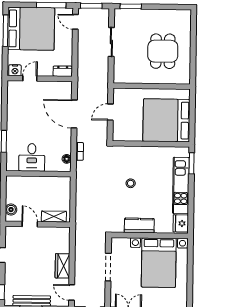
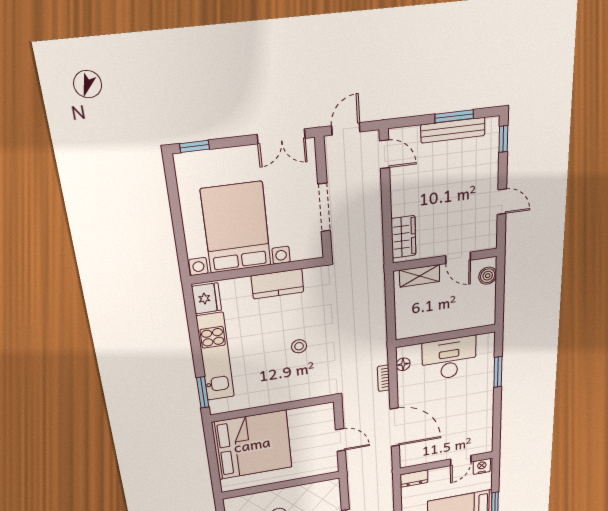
door: (110, 112) -> (340, 440), hinge flipped
desk: (32, 157) -> (449, 358), width x1.37
wardrobe: (63, 266) -> (404, 237), moved

